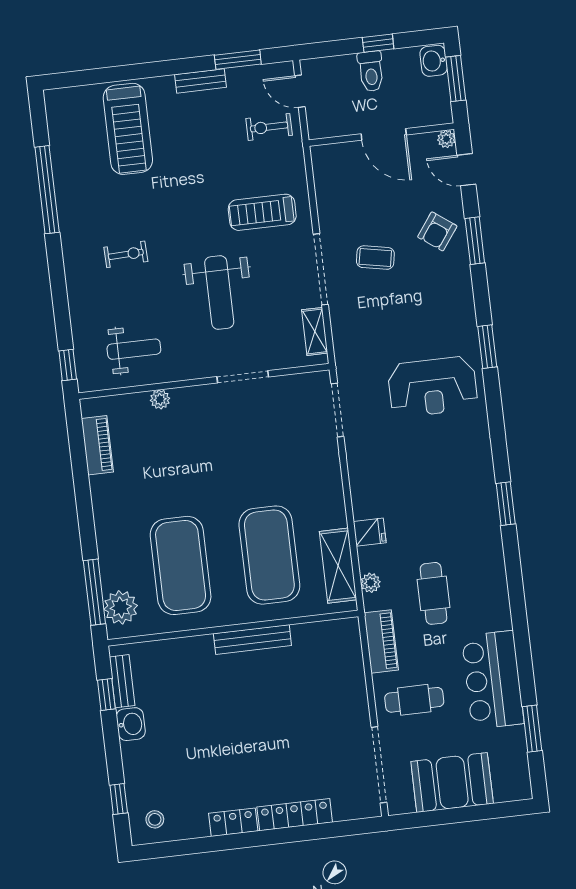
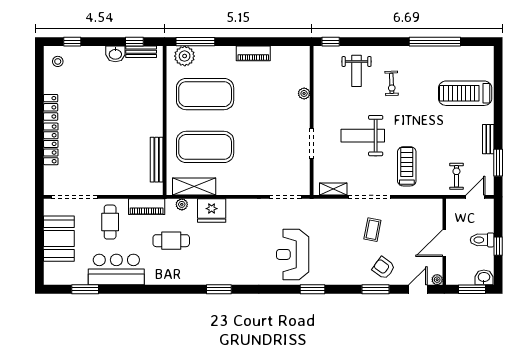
weight bench: (134, 349) -> (357, 71), moved
piano: (97, 445) -> (253, 53), moved
fridge: (370, 532) -> (212, 210), width x1.88, depth x1.34
bench: (252, 640) -> (157, 160), moved

